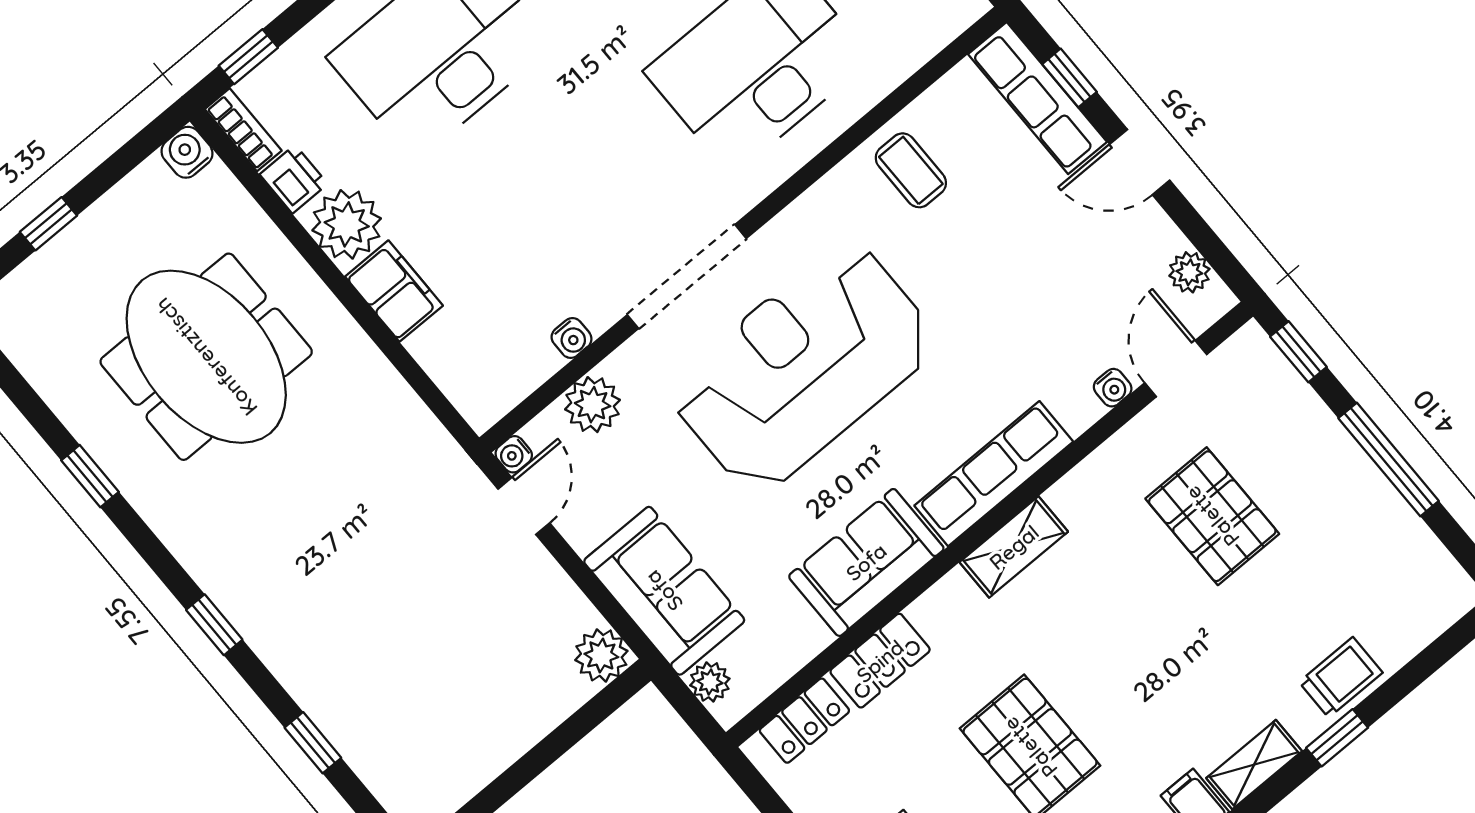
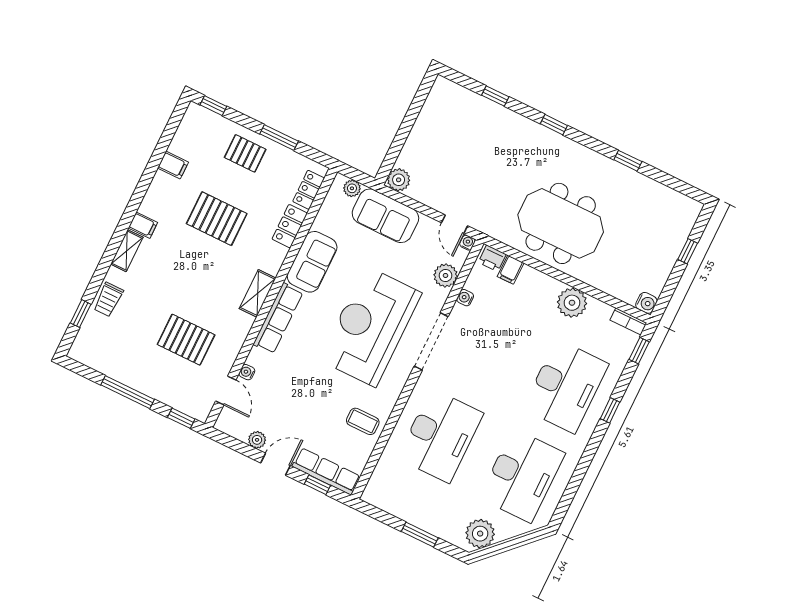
printer: (294, 179) -> (492, 258), moved
plant: (1189, 272) -> (257, 440), moved
filing cabinet: (394, 291) -> (511, 270), moved, width x0.50
meeting table: (206, 357) -> (561, 223), moved
reception desk: (803, 367) -> (370, 326), turned 180
window: (1337, 738) -> (81, 314), moved

